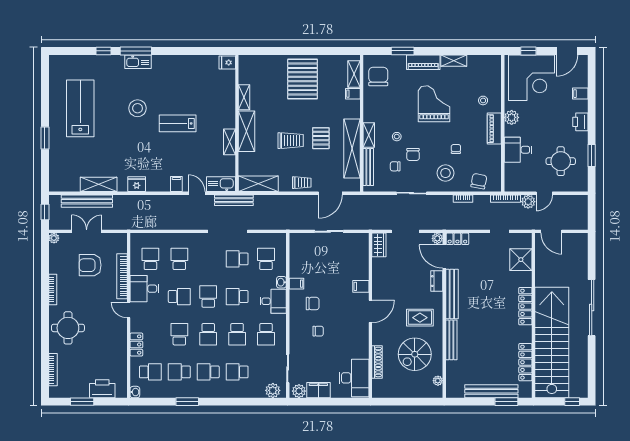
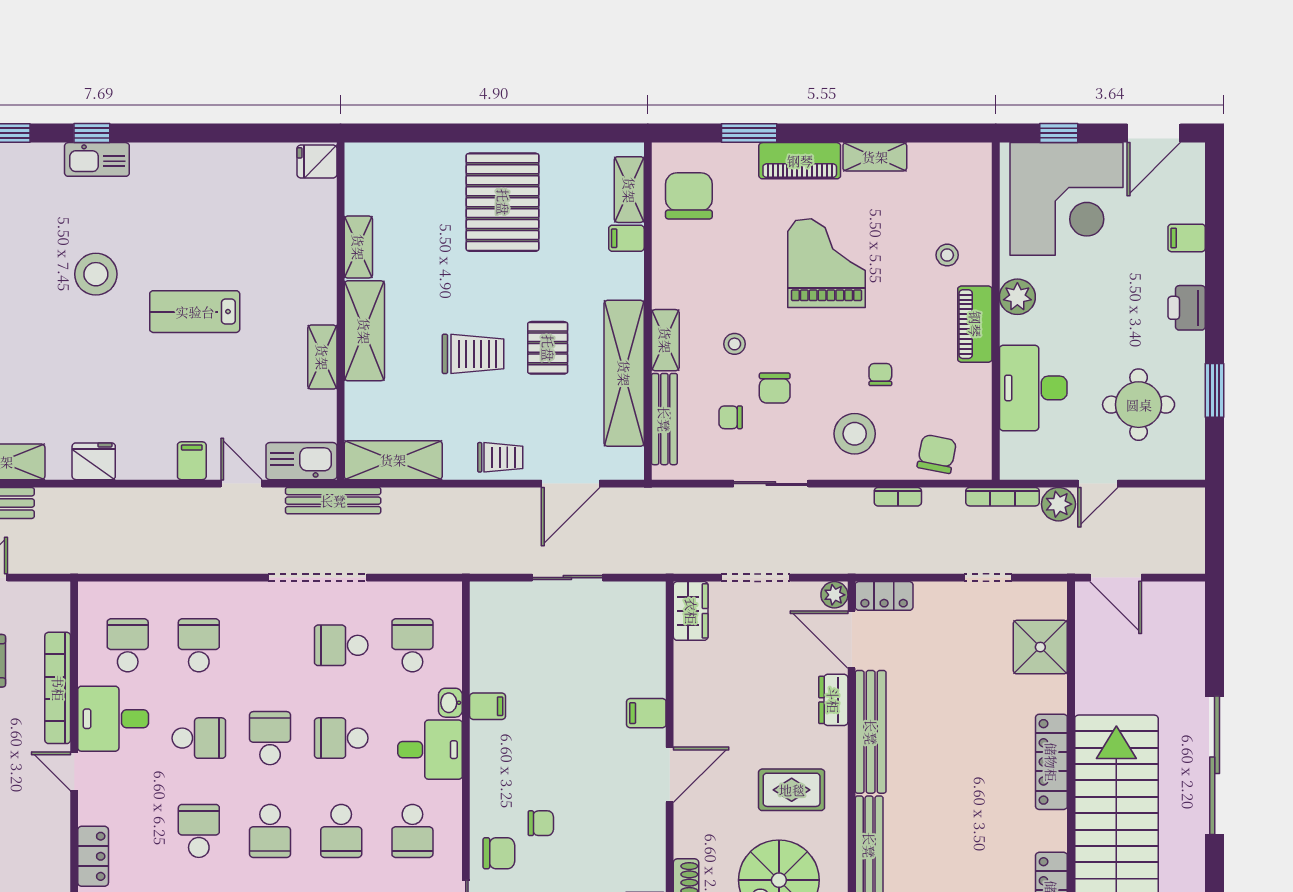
window: (136, 51) -> (92, 133), width x0.46
desk: (518, 150) -> (1033, 388), width x1.37
chair: (313, 304) -> (499, 853), moved

